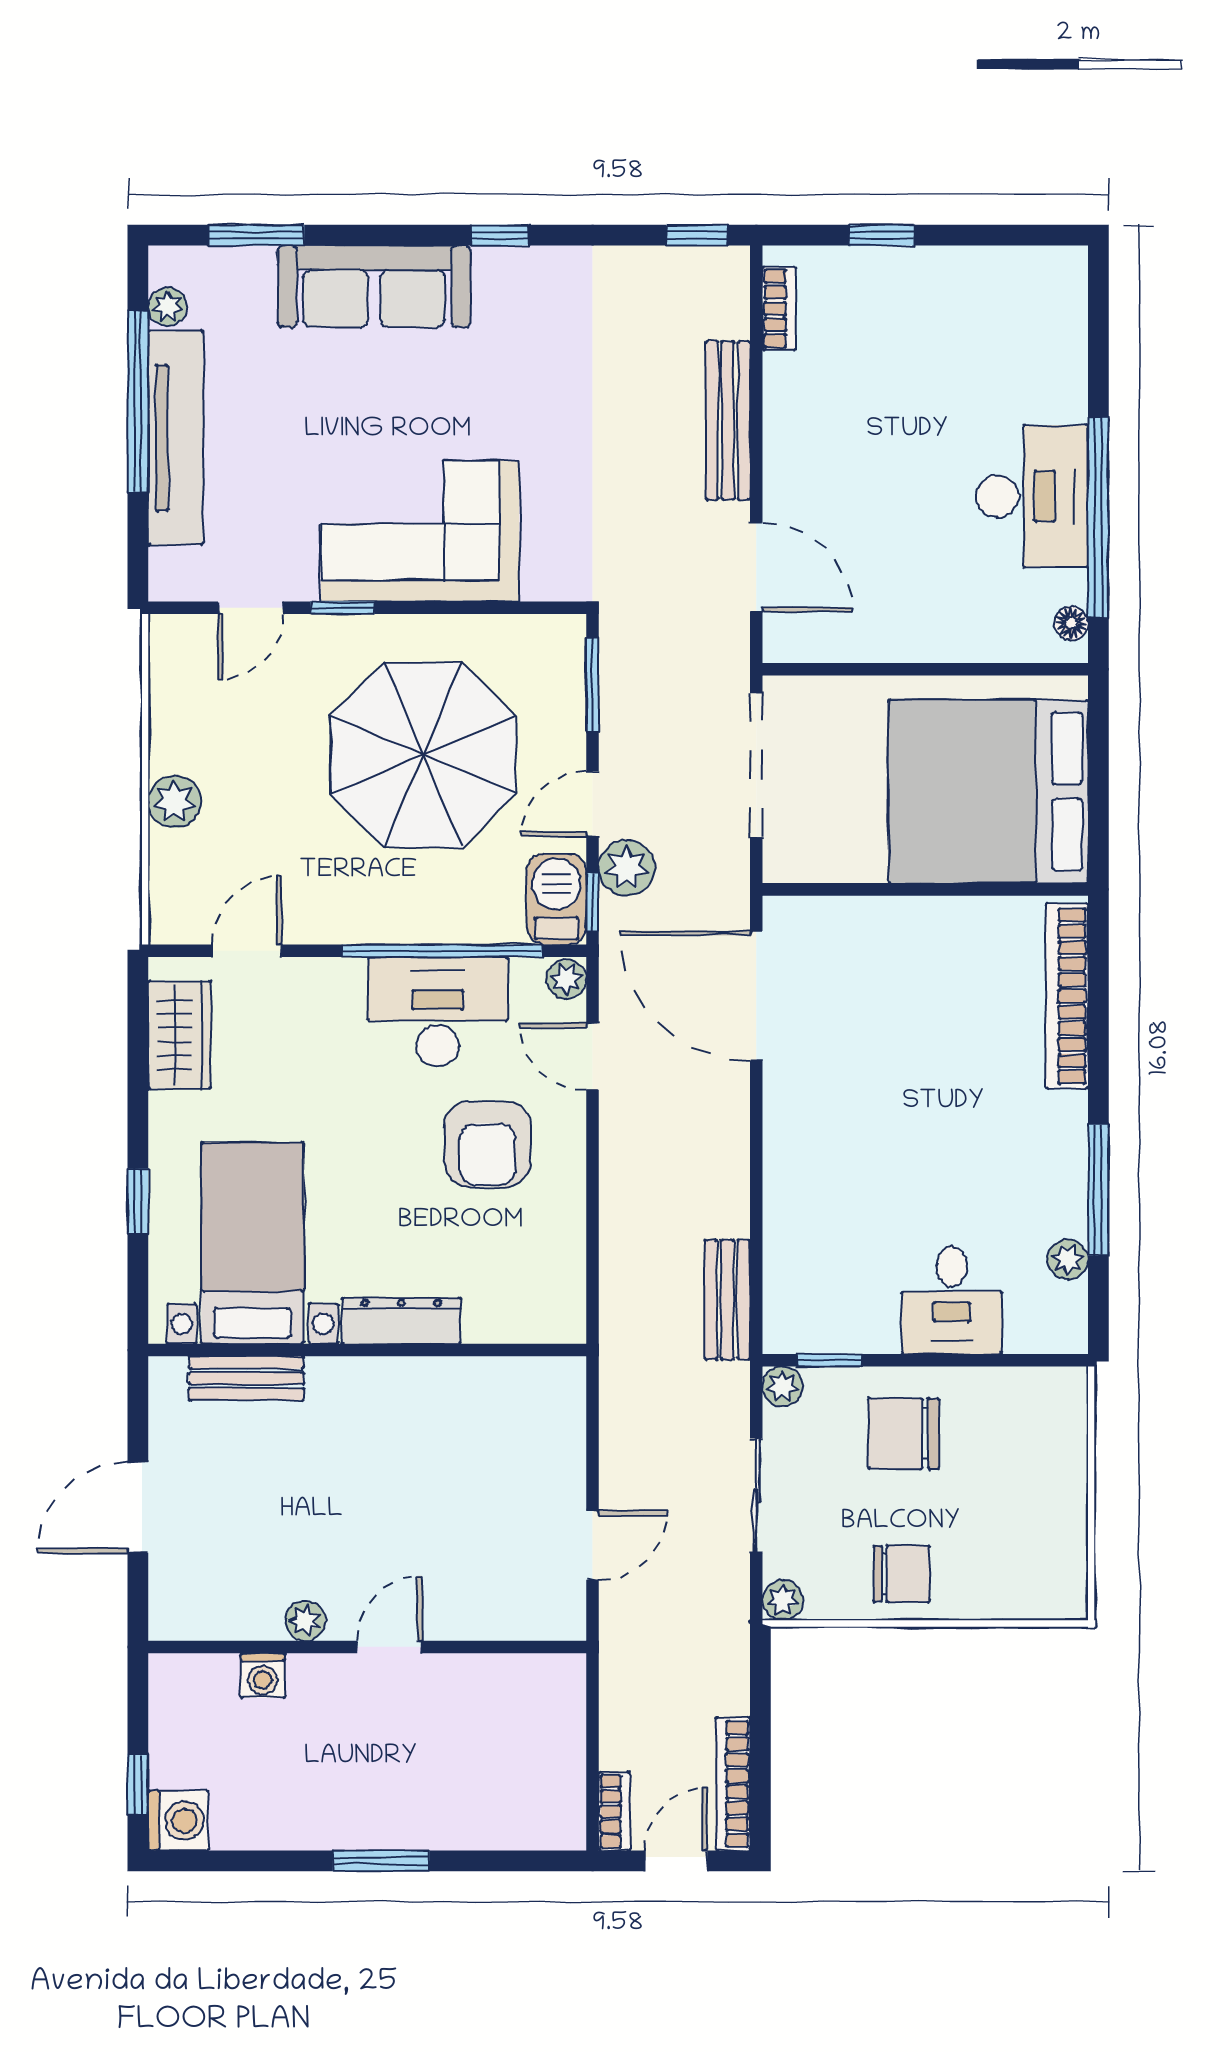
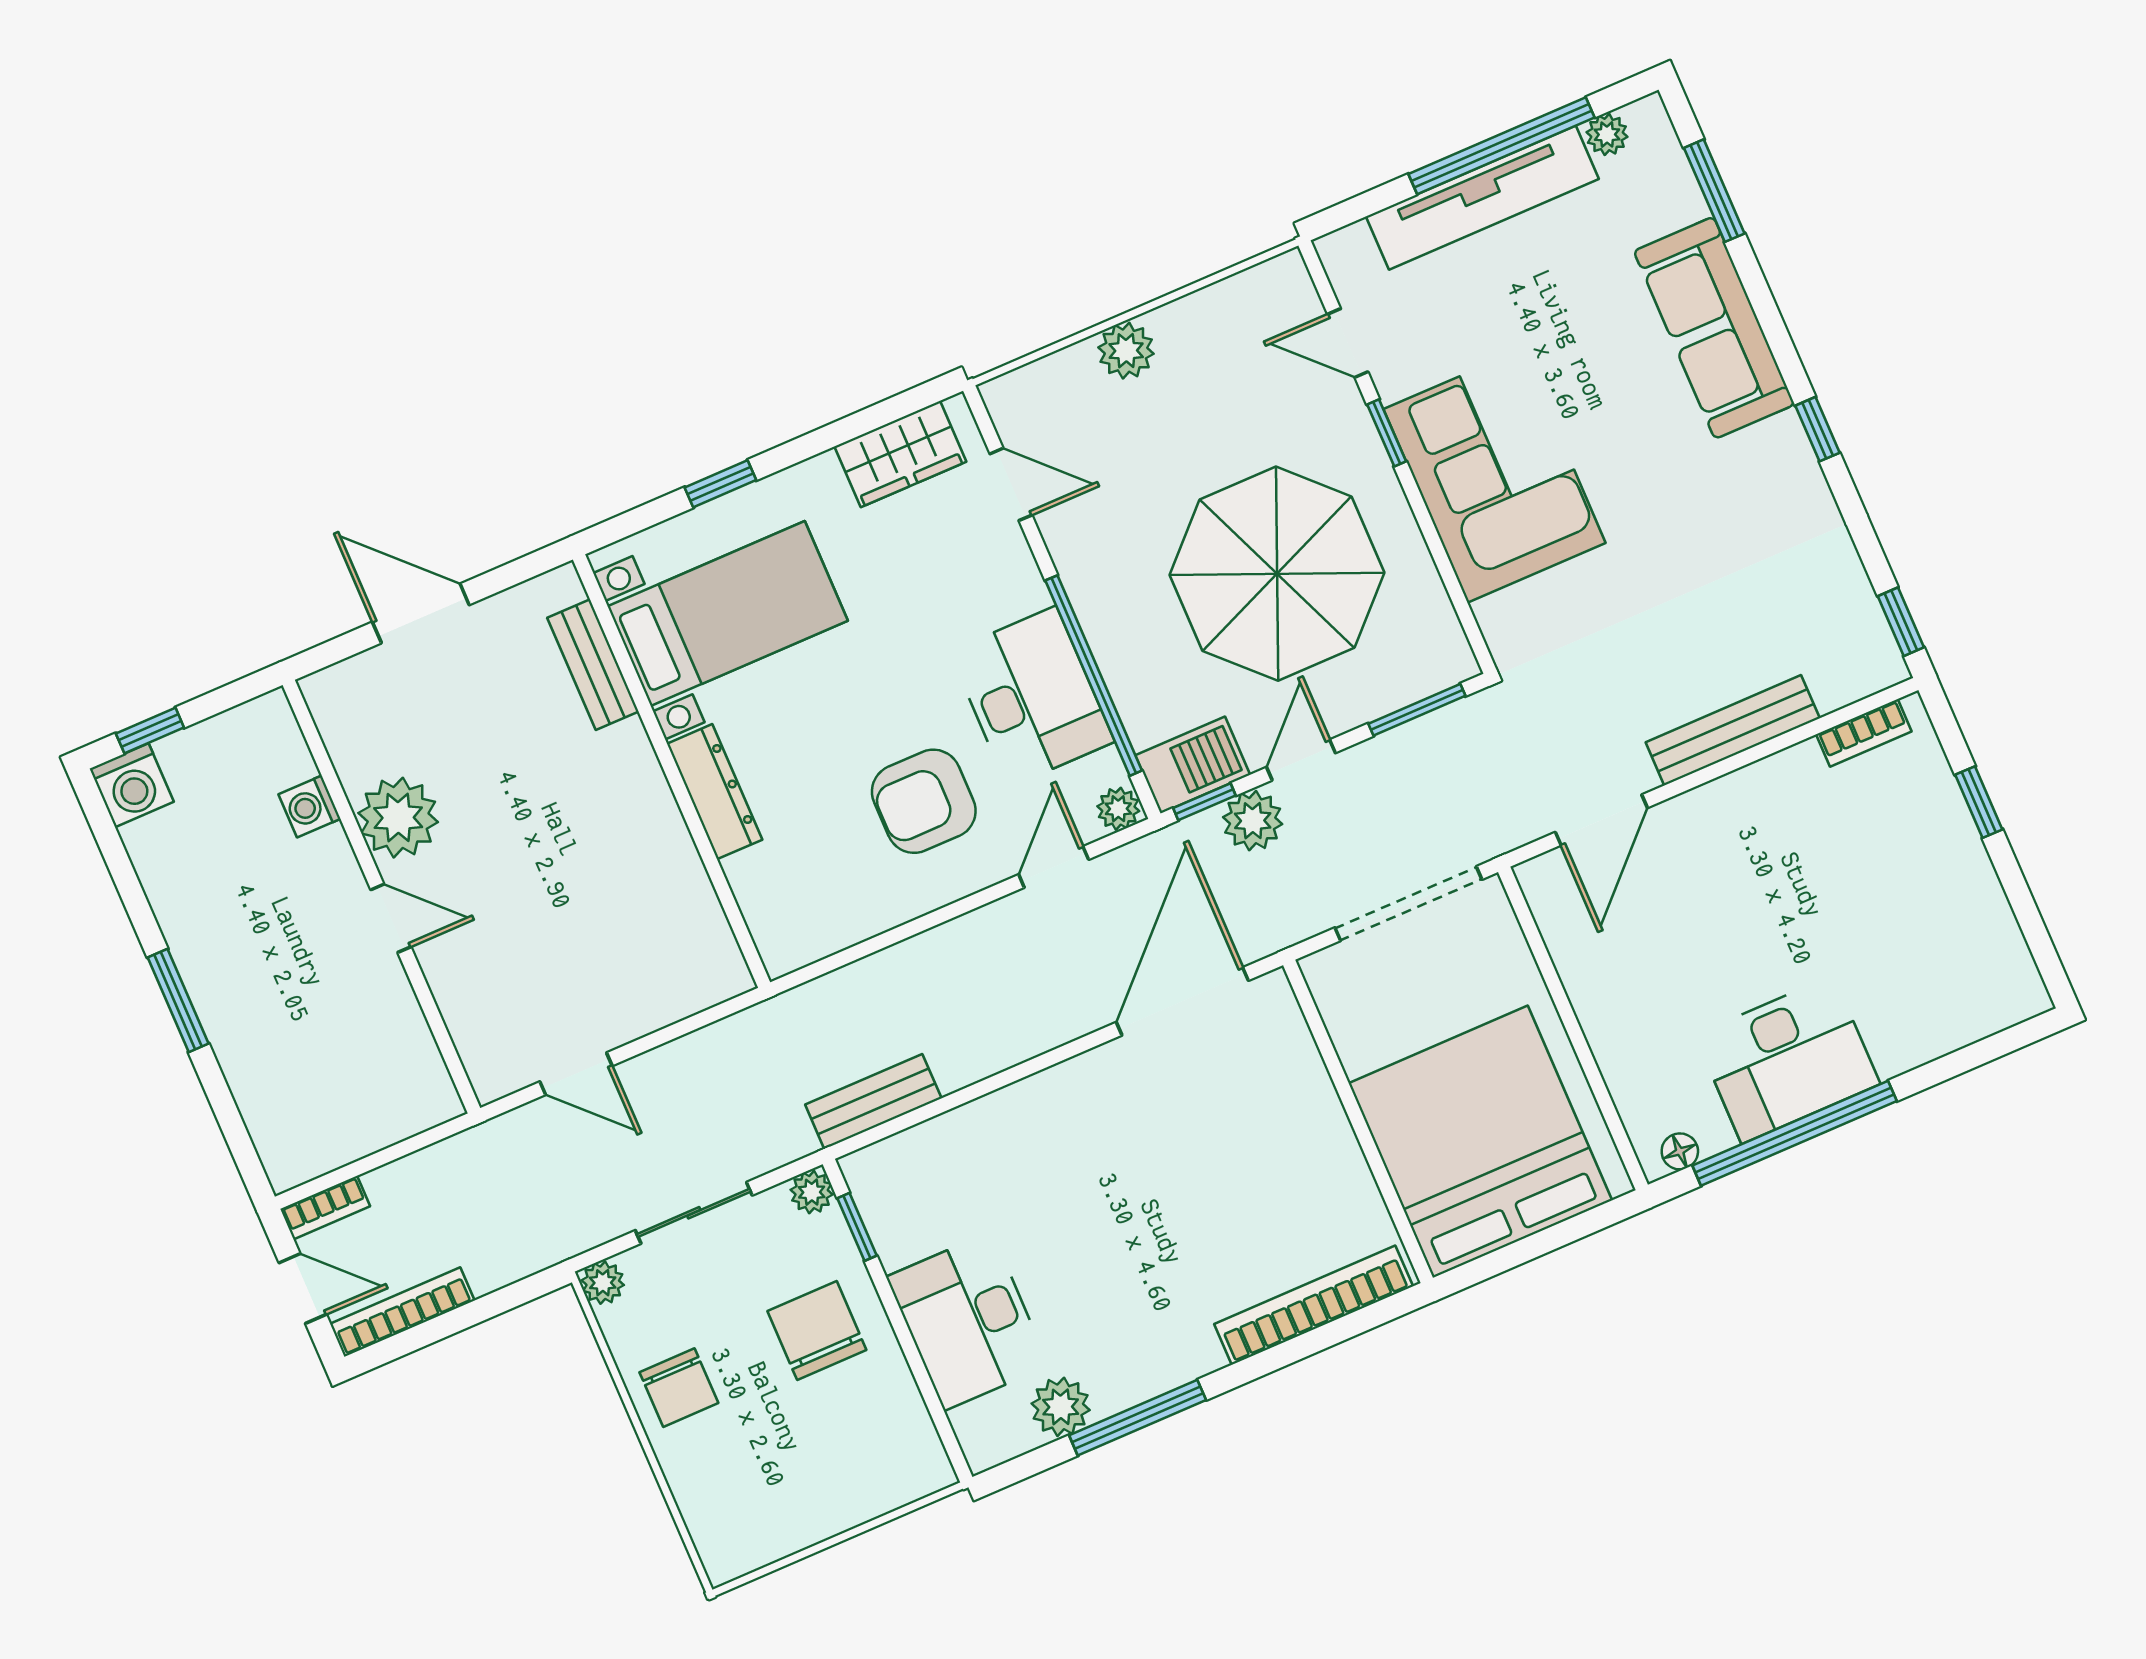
door: (593, 804) -> (1301, 760), hinge flipped
plant: (1068, 1259) -> (1061, 1407), width x1.38, depth x1.38
desk: (952, 1300) -> (968, 1321), width x1.37
plant: (305, 1621) -> (398, 818), width x1.87, depth x1.87

